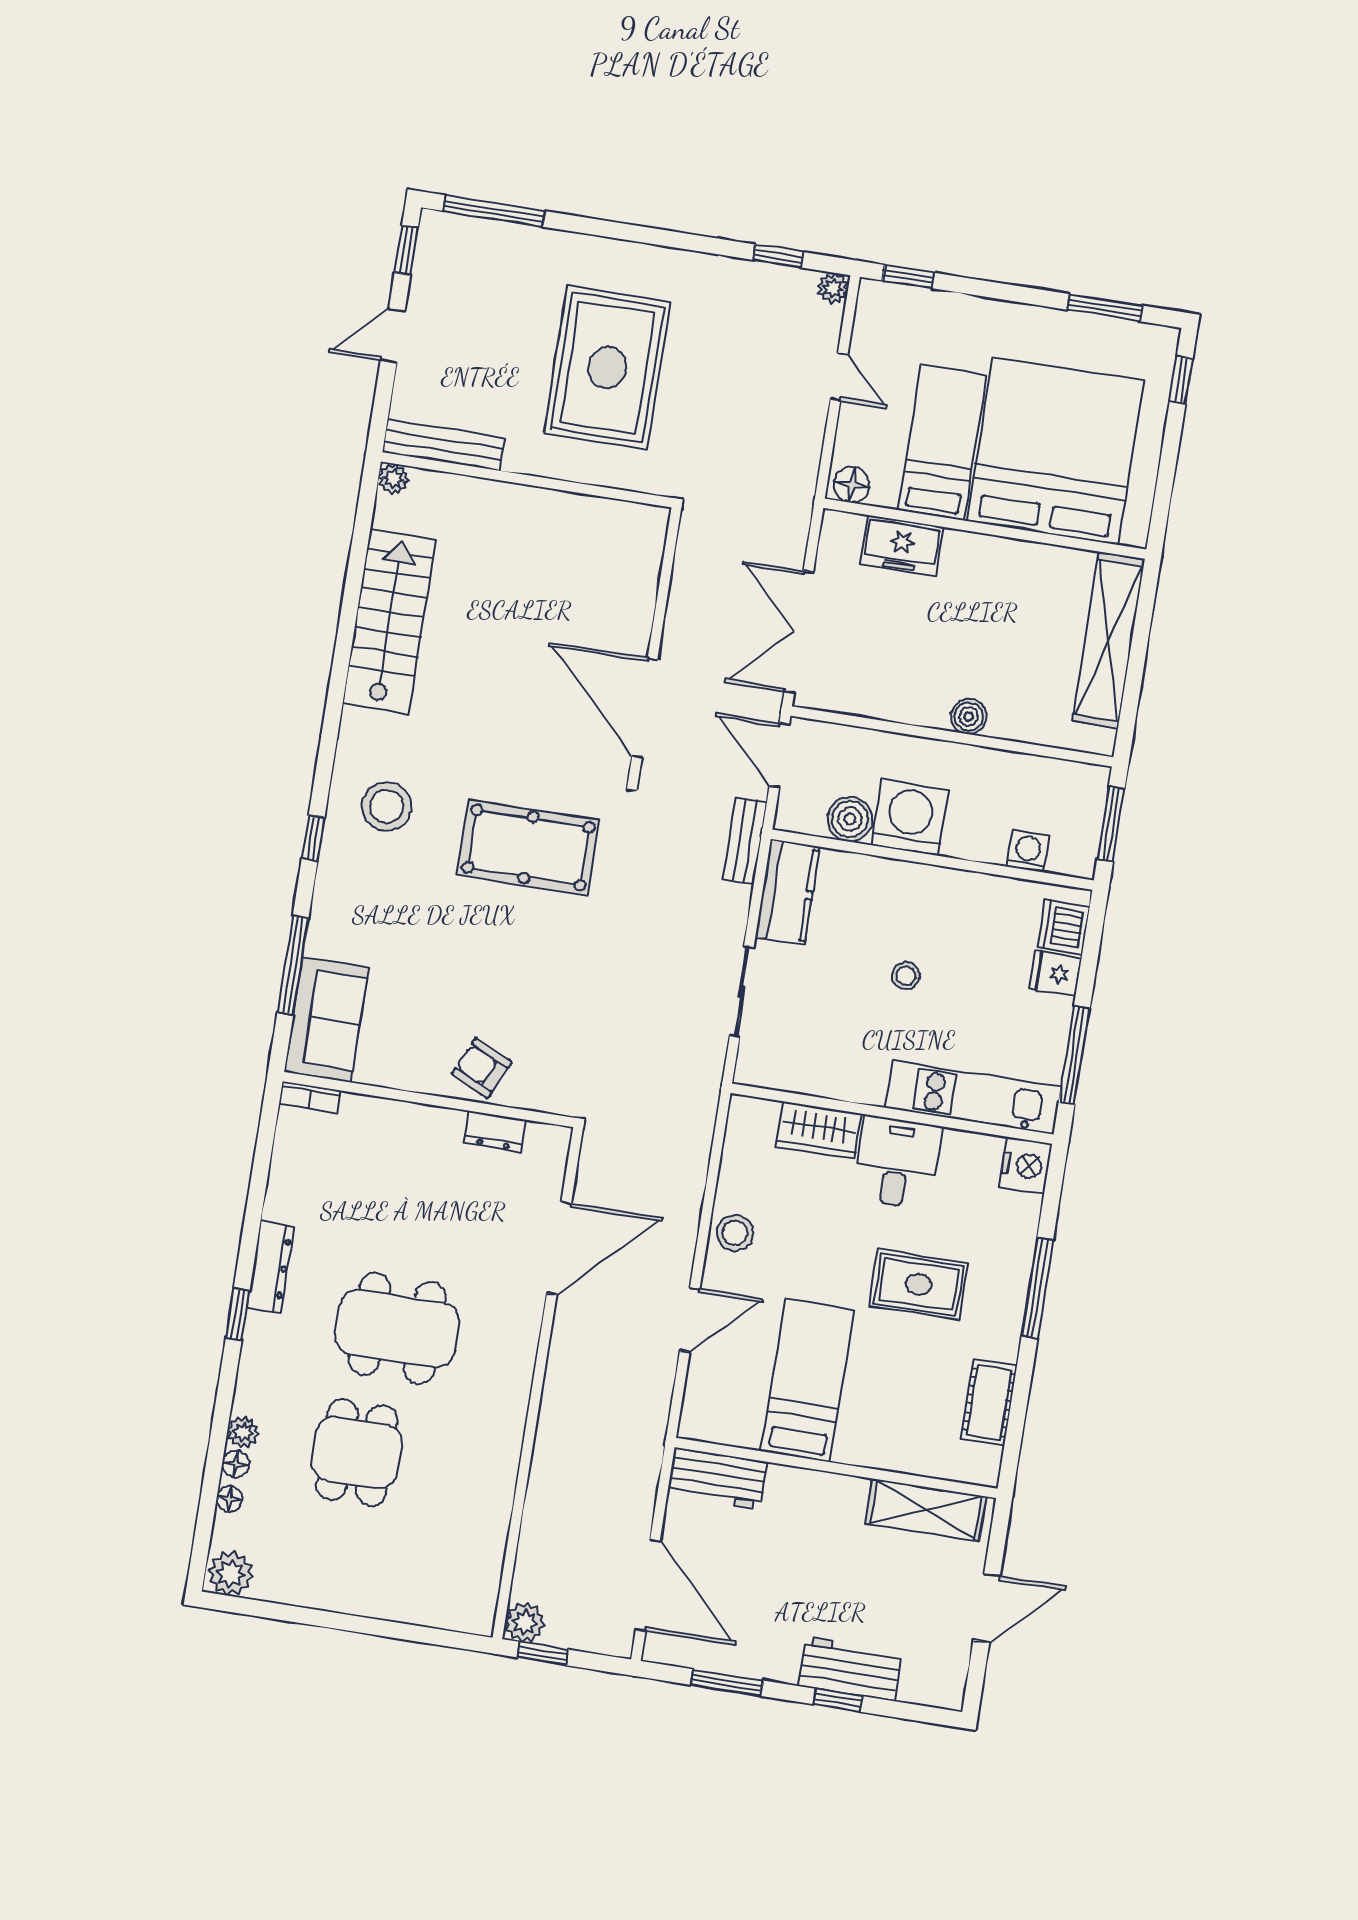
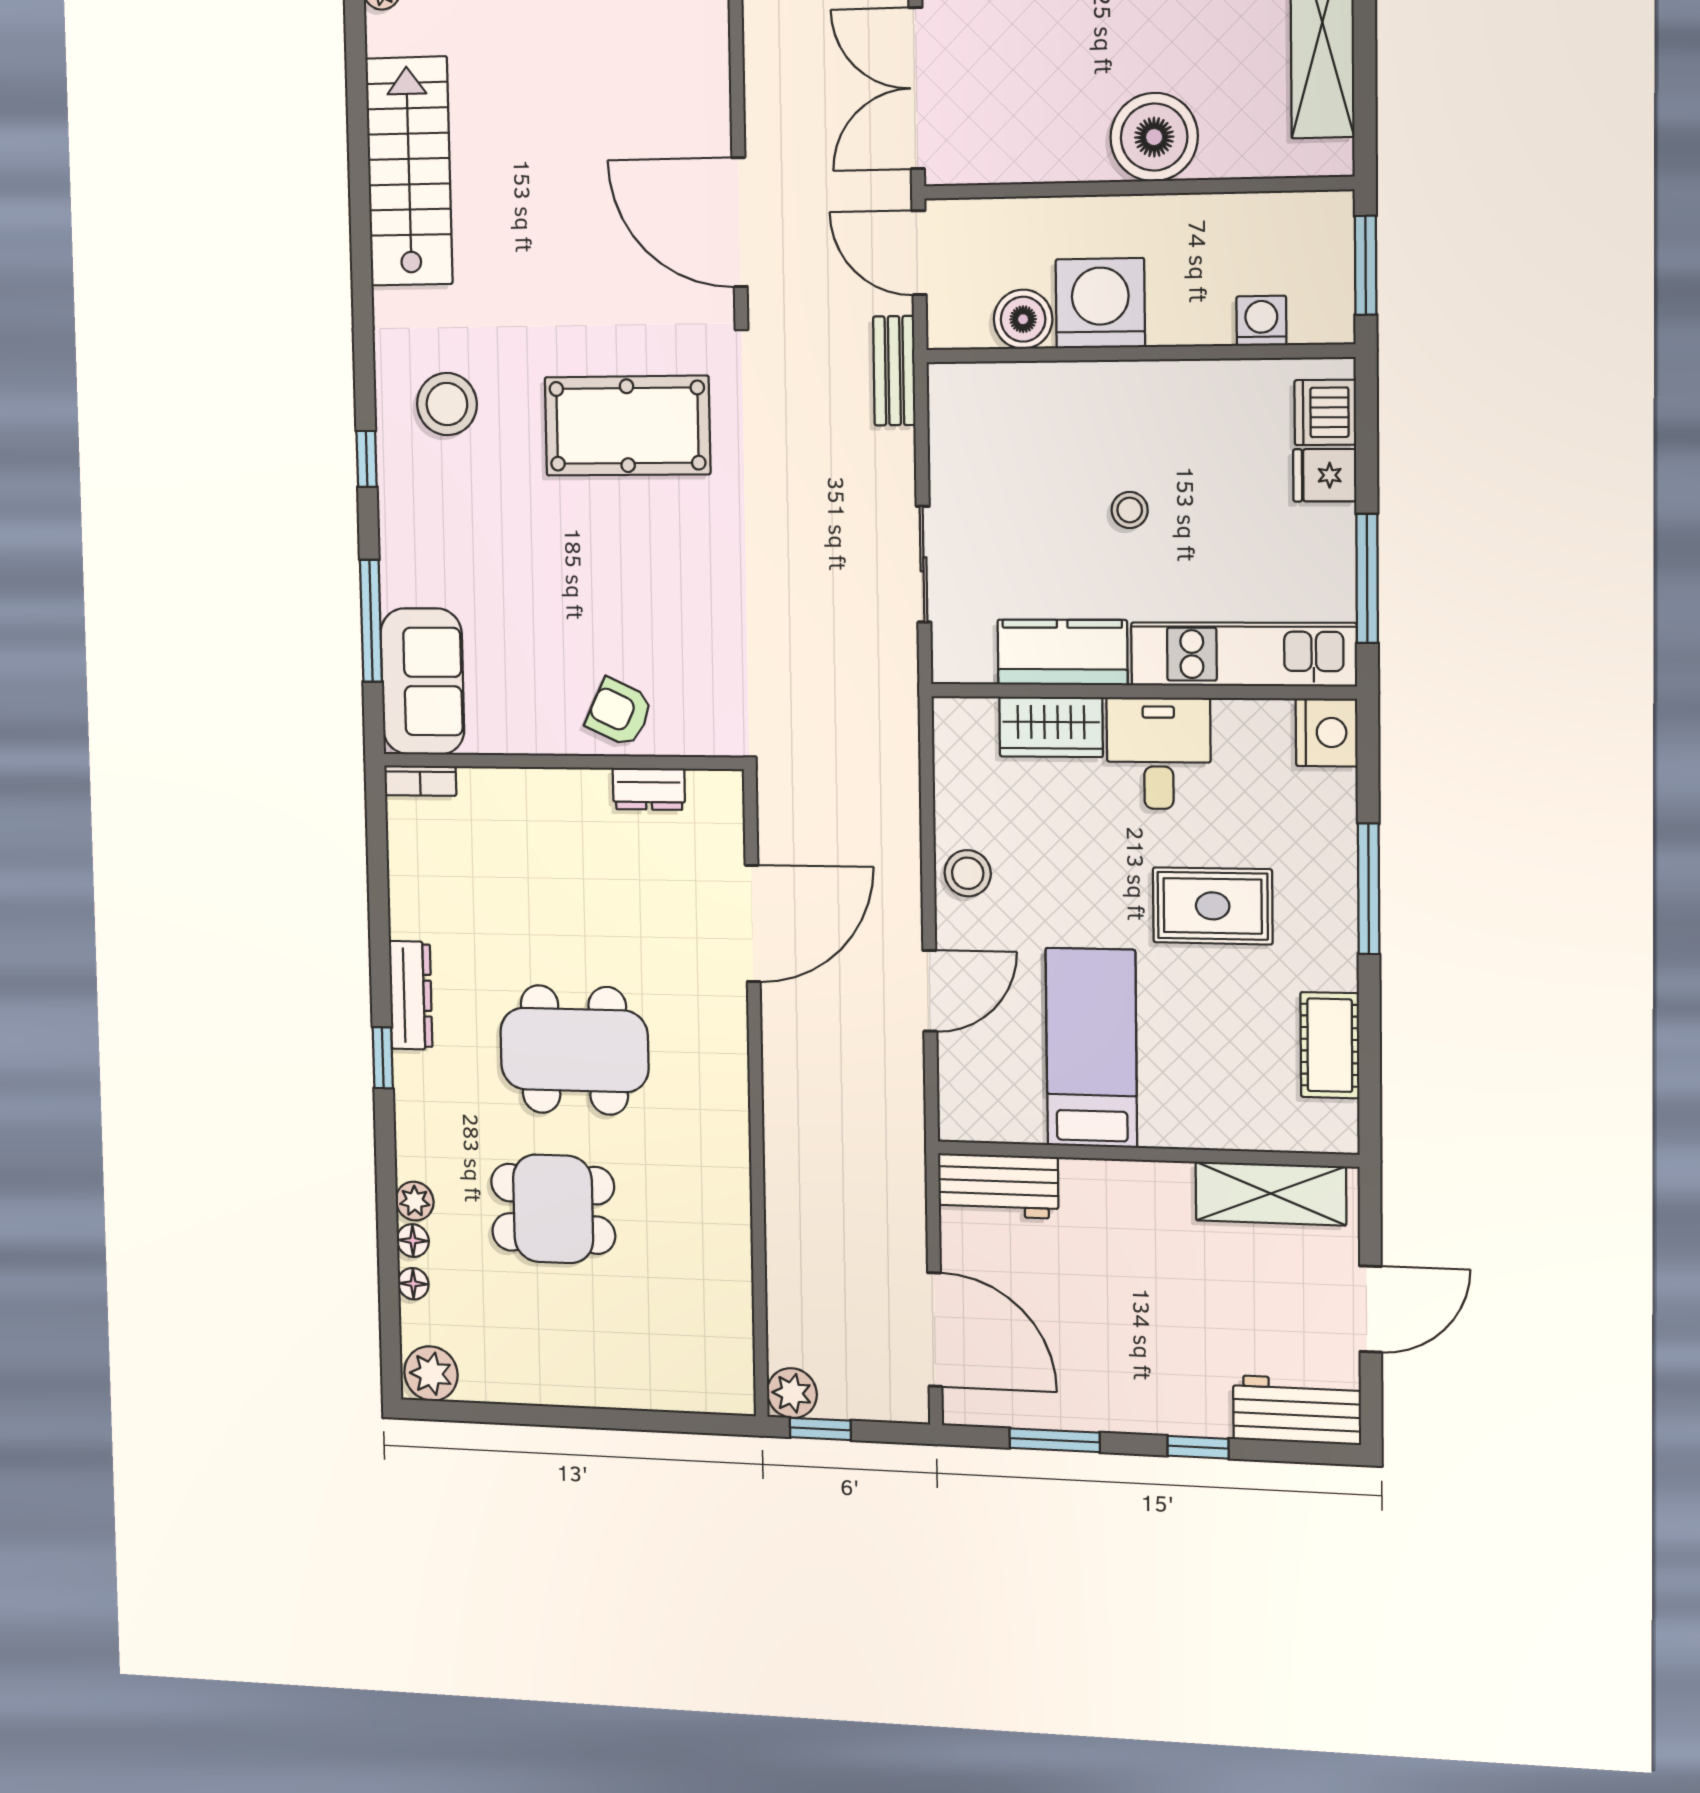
boiler: (969, 717) -> (1154, 137), width x1.86, depth x1.86
kitchen counter: (788, 892) -> (1062, 652), moved, turned -90
dining table: (357, 1453) -> (553, 1209), turned 90
workbench: (850, 1669) -> (1297, 1410), moved

